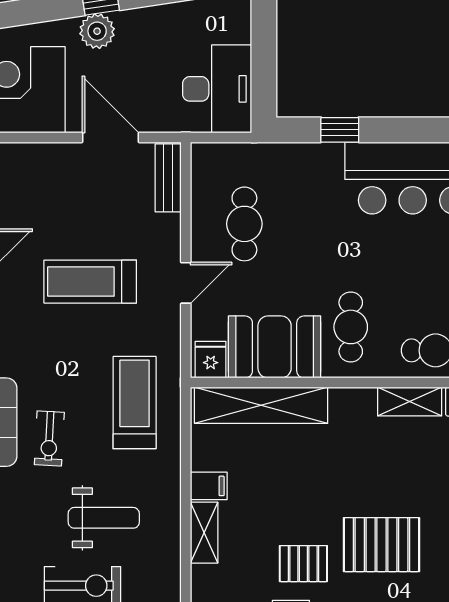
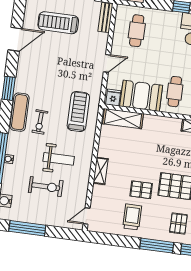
cafe table: (244, 224) -> (137, 31), moved
treadmill: (90, 282) -> (58, 23), moved
shelving: (261, 405) -> (123, 119), width x0.68
filing cabinet: (209, 486) -> (105, 151), removed

